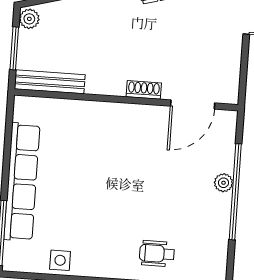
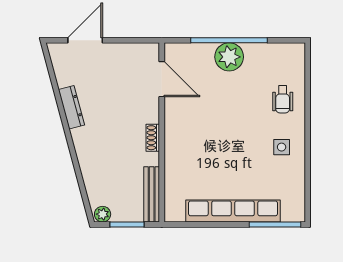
shoe rack: (144, 90) -> (153, 138), moved
plant: (224, 183) -> (229, 57), width x1.88, depth x1.88
side table: (60, 260) -> (282, 147), moved

